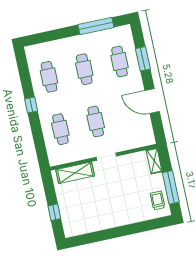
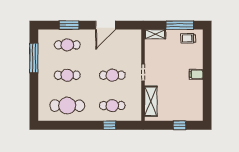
cafe table: (49, 77) -> (67, 106), width x1.37, depth x1.35
window: (31, 105) -> (109, 125), moved
filing cabinet: (118, 219) -> (196, 74), added

